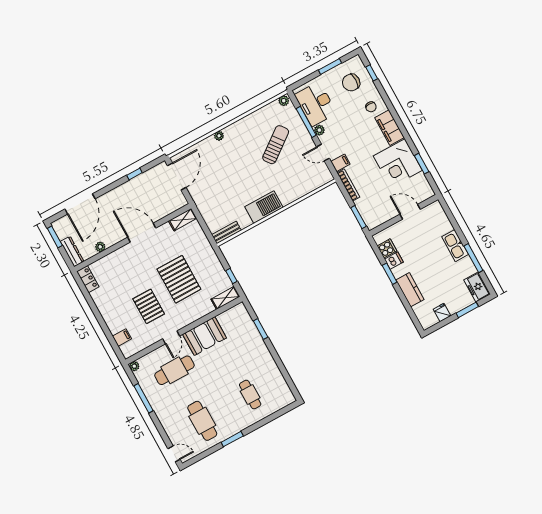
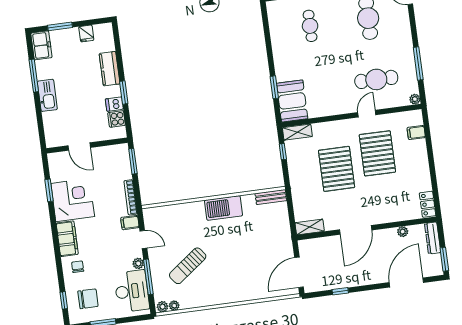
plant: (219, 136) -> (174, 306), moved
door: (142, 233) -> (356, 230), hinge flipped
pallet: (149, 306) -> (377, 153), width x1.37, depth x1.41
booth: (204, 336) -> (292, 101), moved, turned 90

